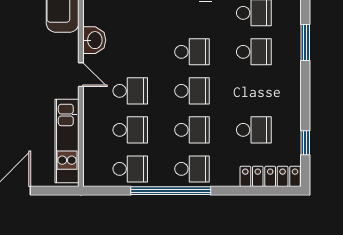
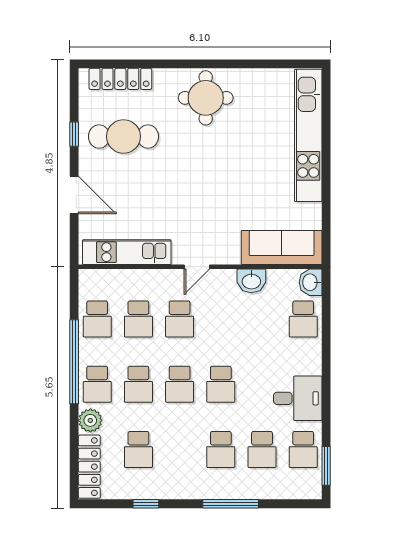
washbasin: (94, 40) -> (251, 281), moved
window: (305, 43) -> (231, 504), width x1.44
window: (305, 143) -> (146, 504), moved
plant: (226, 175) -> (90, 420), added

